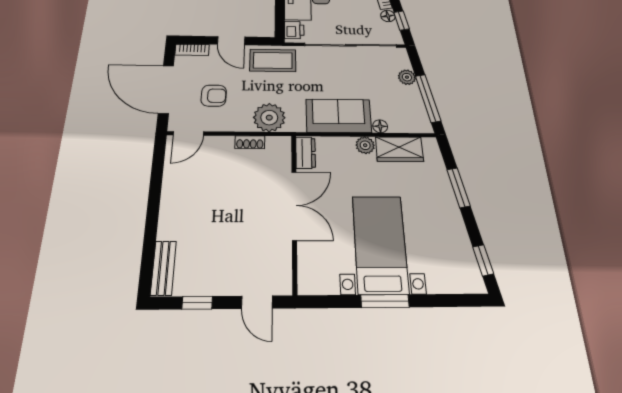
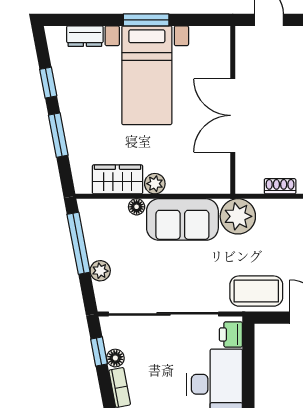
plant: (269, 118) -> (238, 216), moved
dresser: (306, 153) -> (85, 36), moved, turned -90
window: (483, 260) -> (48, 83), moved

